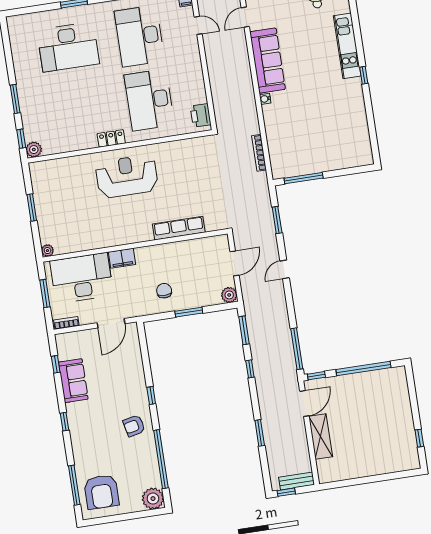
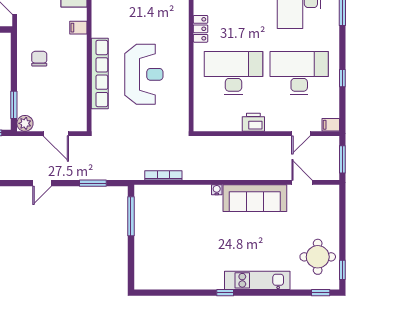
printer: (201, 115) -> (253, 122), moved
reception desk: (127, 176) -> (144, 74), moved
row of seats: (179, 228) -> (100, 74), width x1.36
filing cabinet: (122, 258) -> (78, 28), width x0.50
door: (285, 269) -> (42, 183), swing flipped
chair: (164, 291) -> (39, 59), turned -90
window: (189, 312) -> (14, 105), moved

